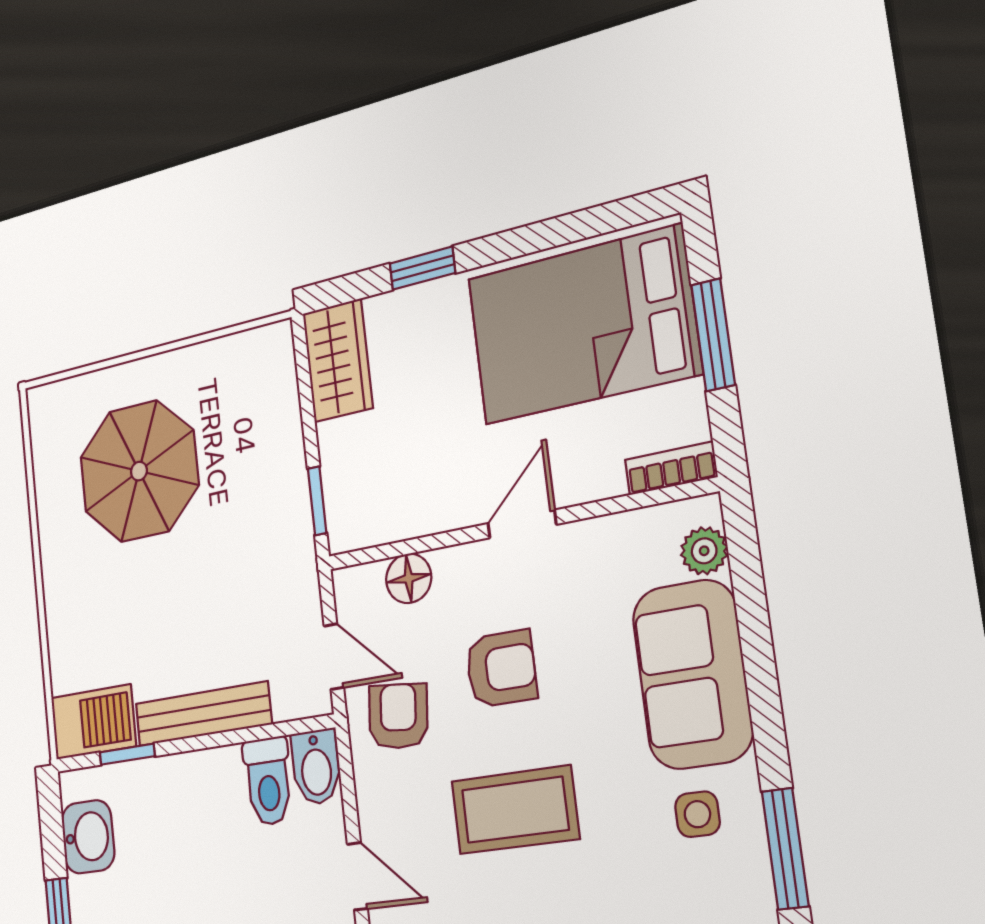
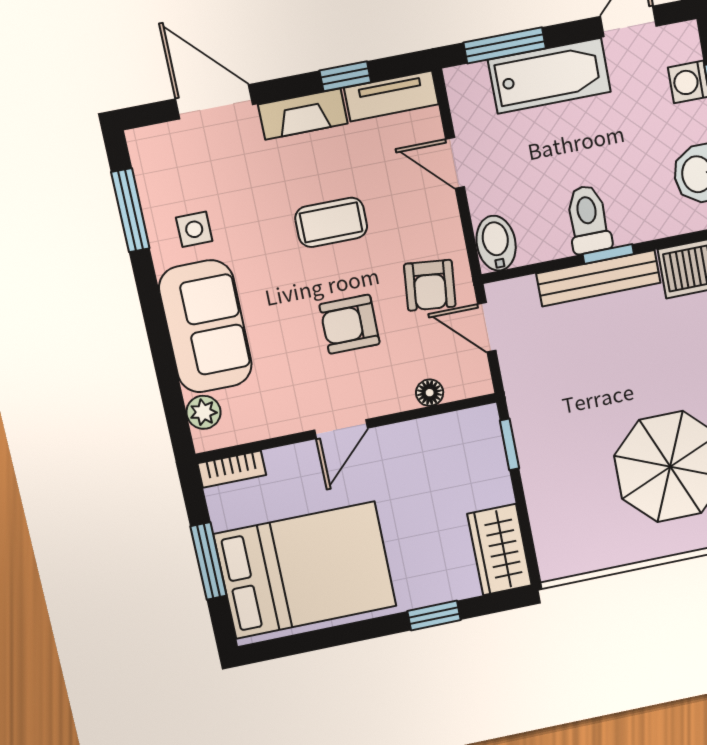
floor lamp: (409, 578) -> (430, 393), width x0.73, depth x0.73
window: (127, 754) -> (608, 254), moved
toilet: (268, 781) -> (588, 219), moved
coffee table: (515, 810) -> (331, 222), width x0.73, depth x0.77

